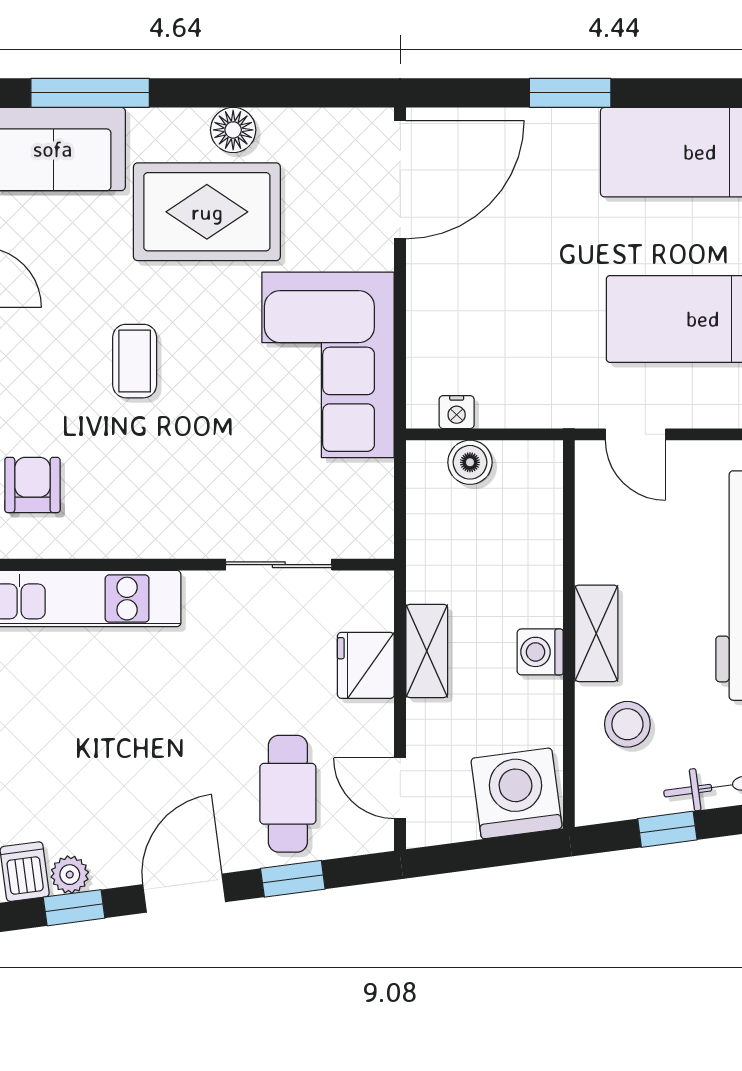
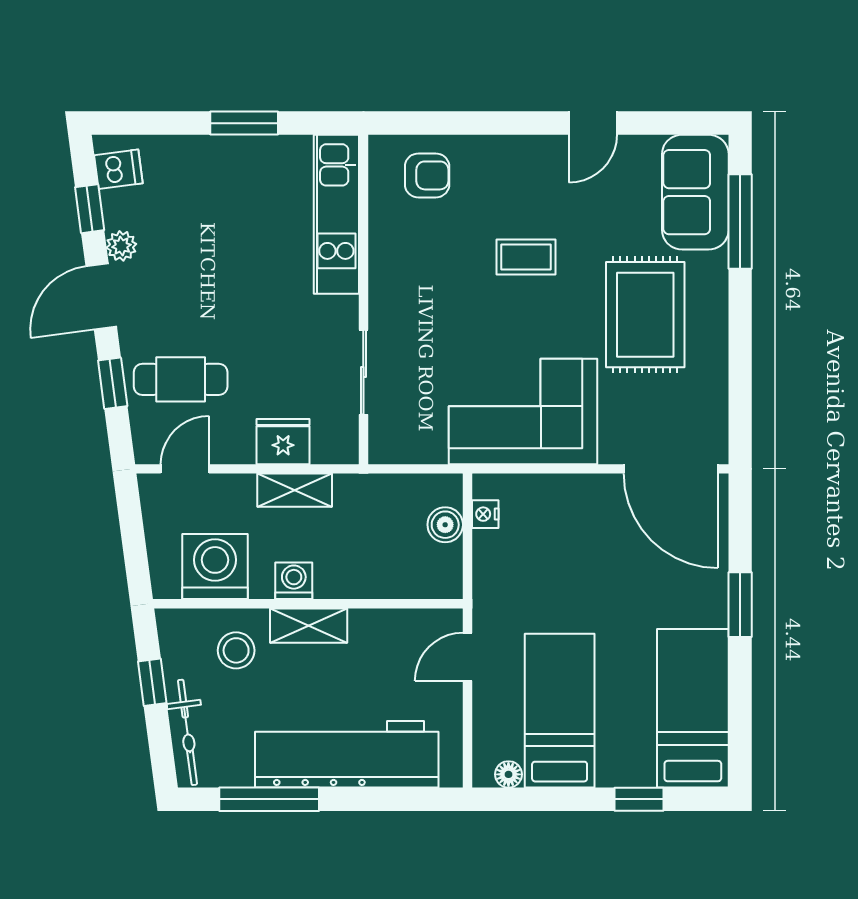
floor lamp: (233, 130) -> (710, 336), removed
washing machine: (517, 793) -> (215, 566), moved, turned -82
plant: (70, 875) -> (121, 246), moved
door: (184, 893) -> (101, 297), swing flipped

